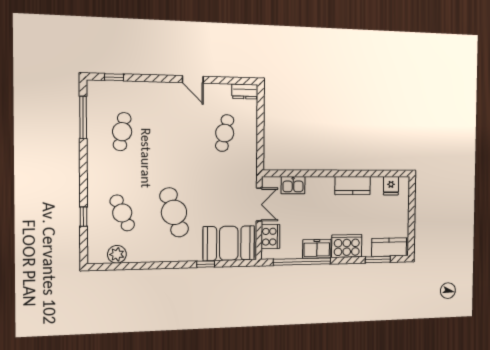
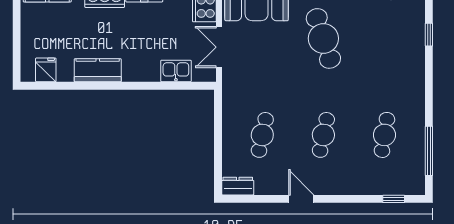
cafe table: (122, 213) -> (323, 135), moved, turned 36

